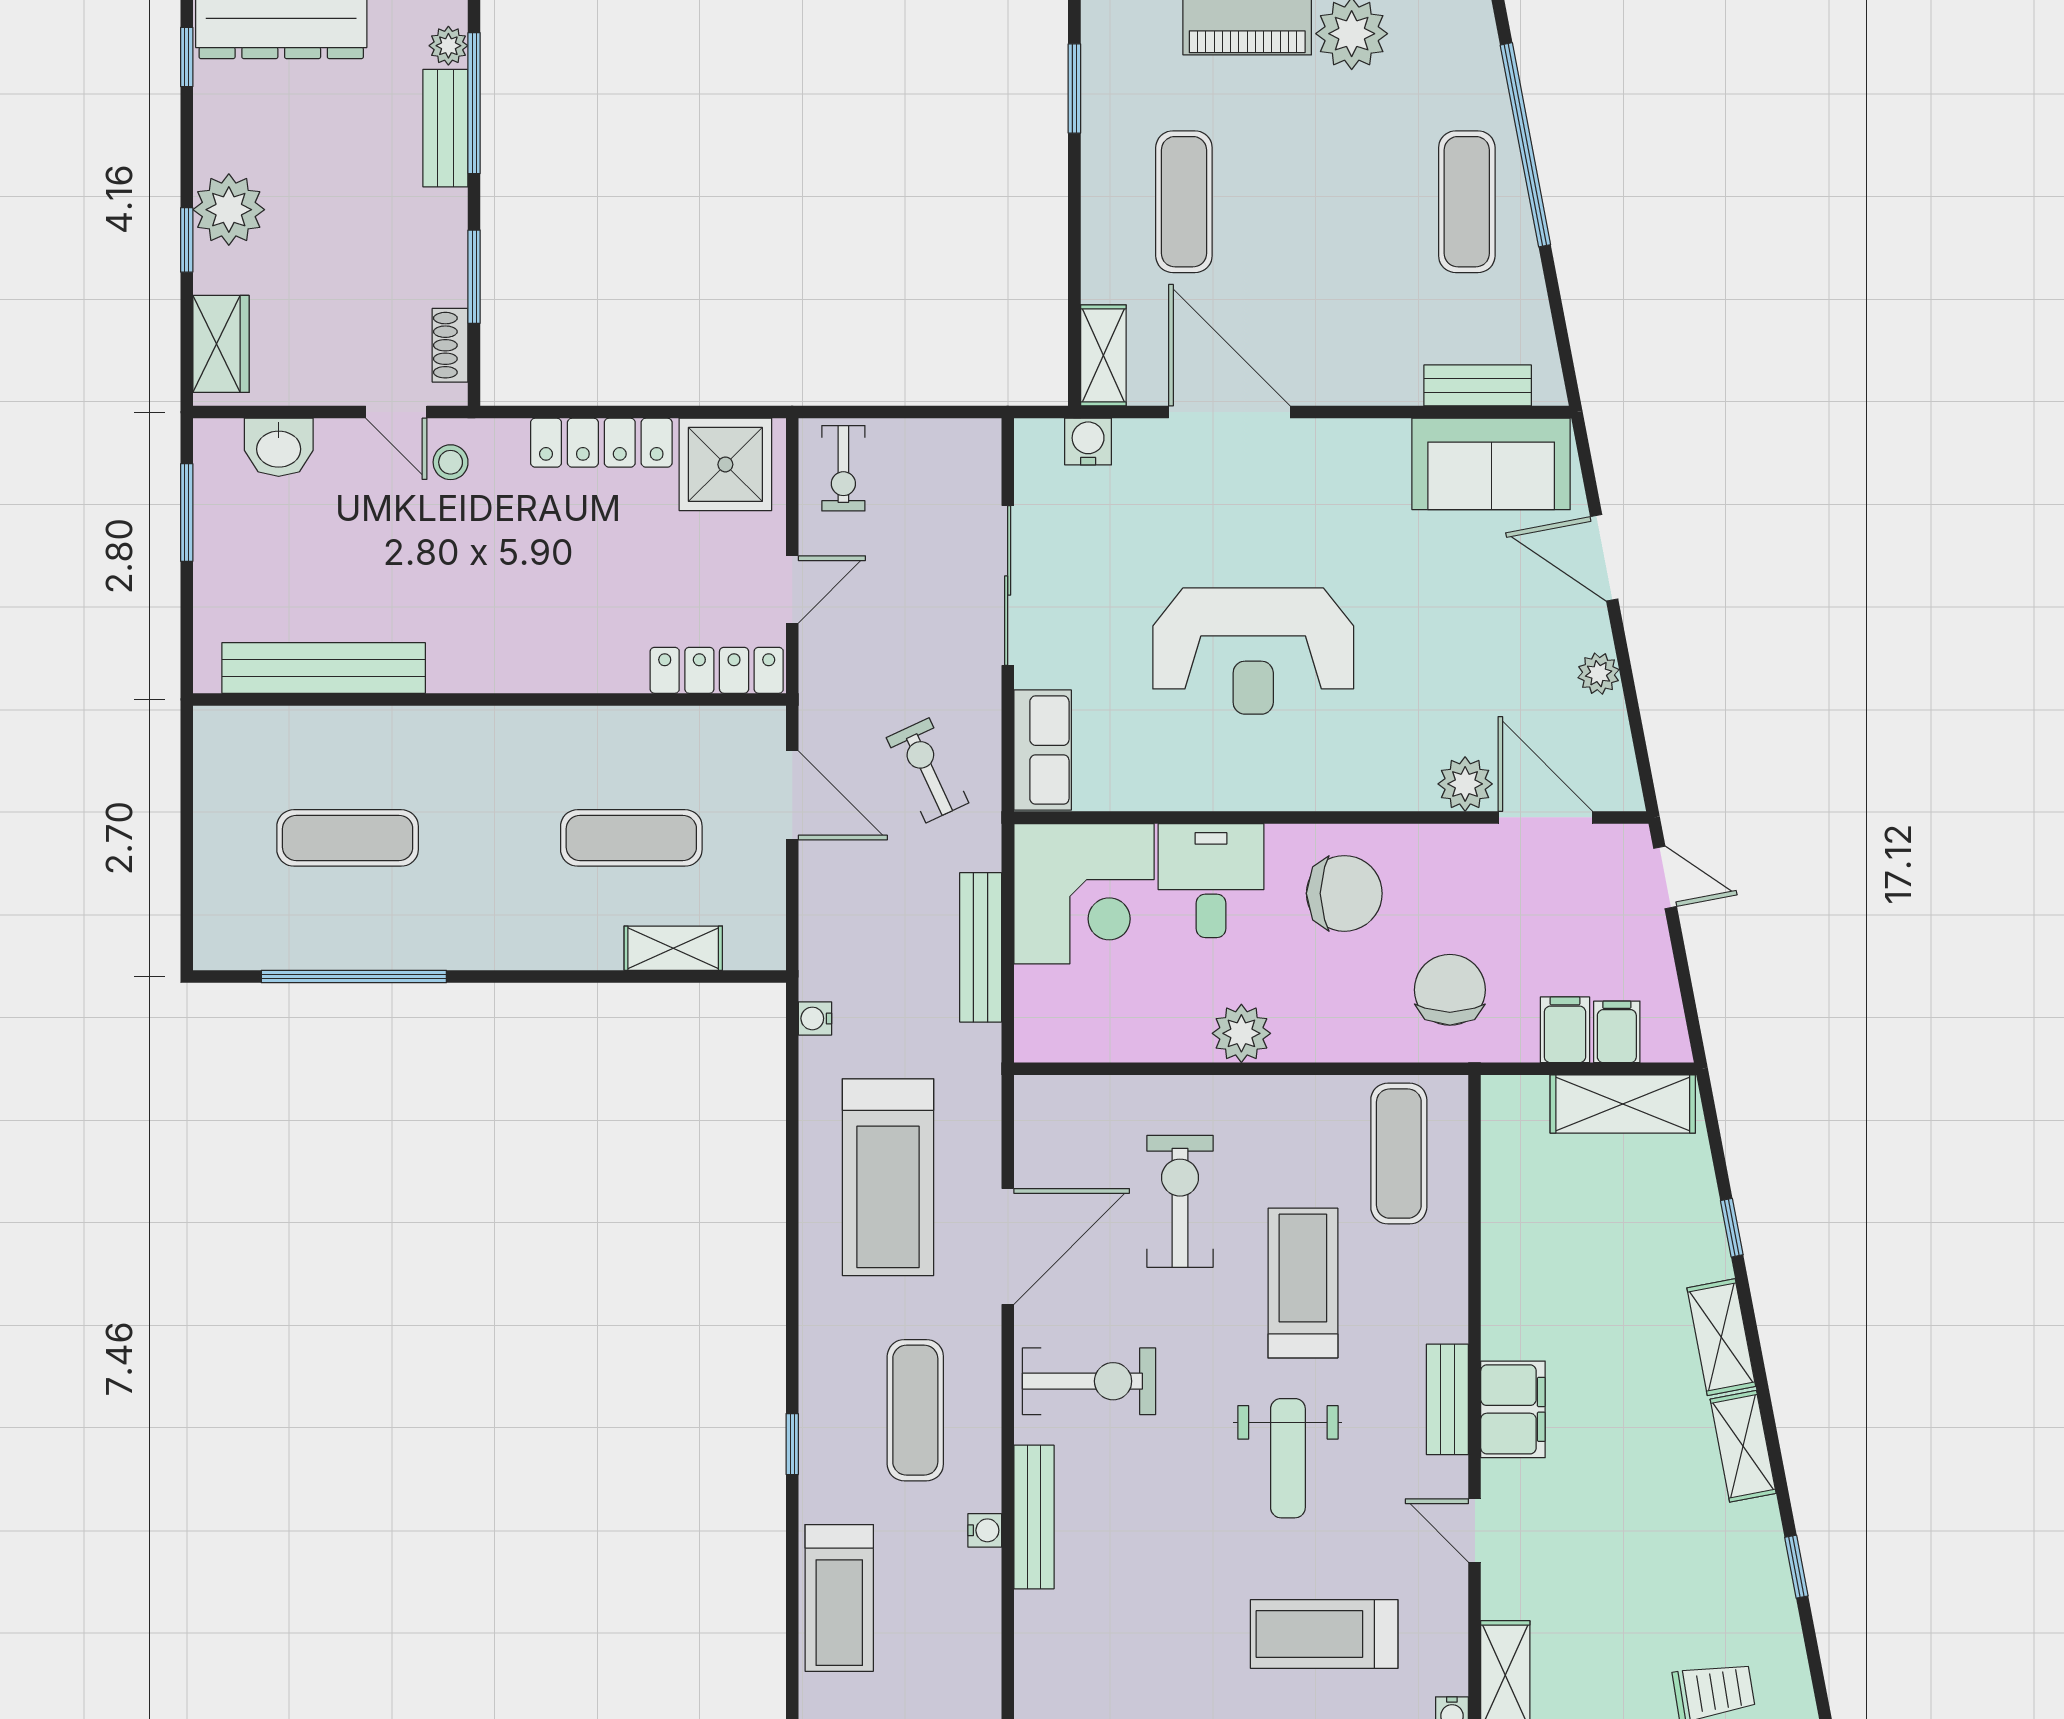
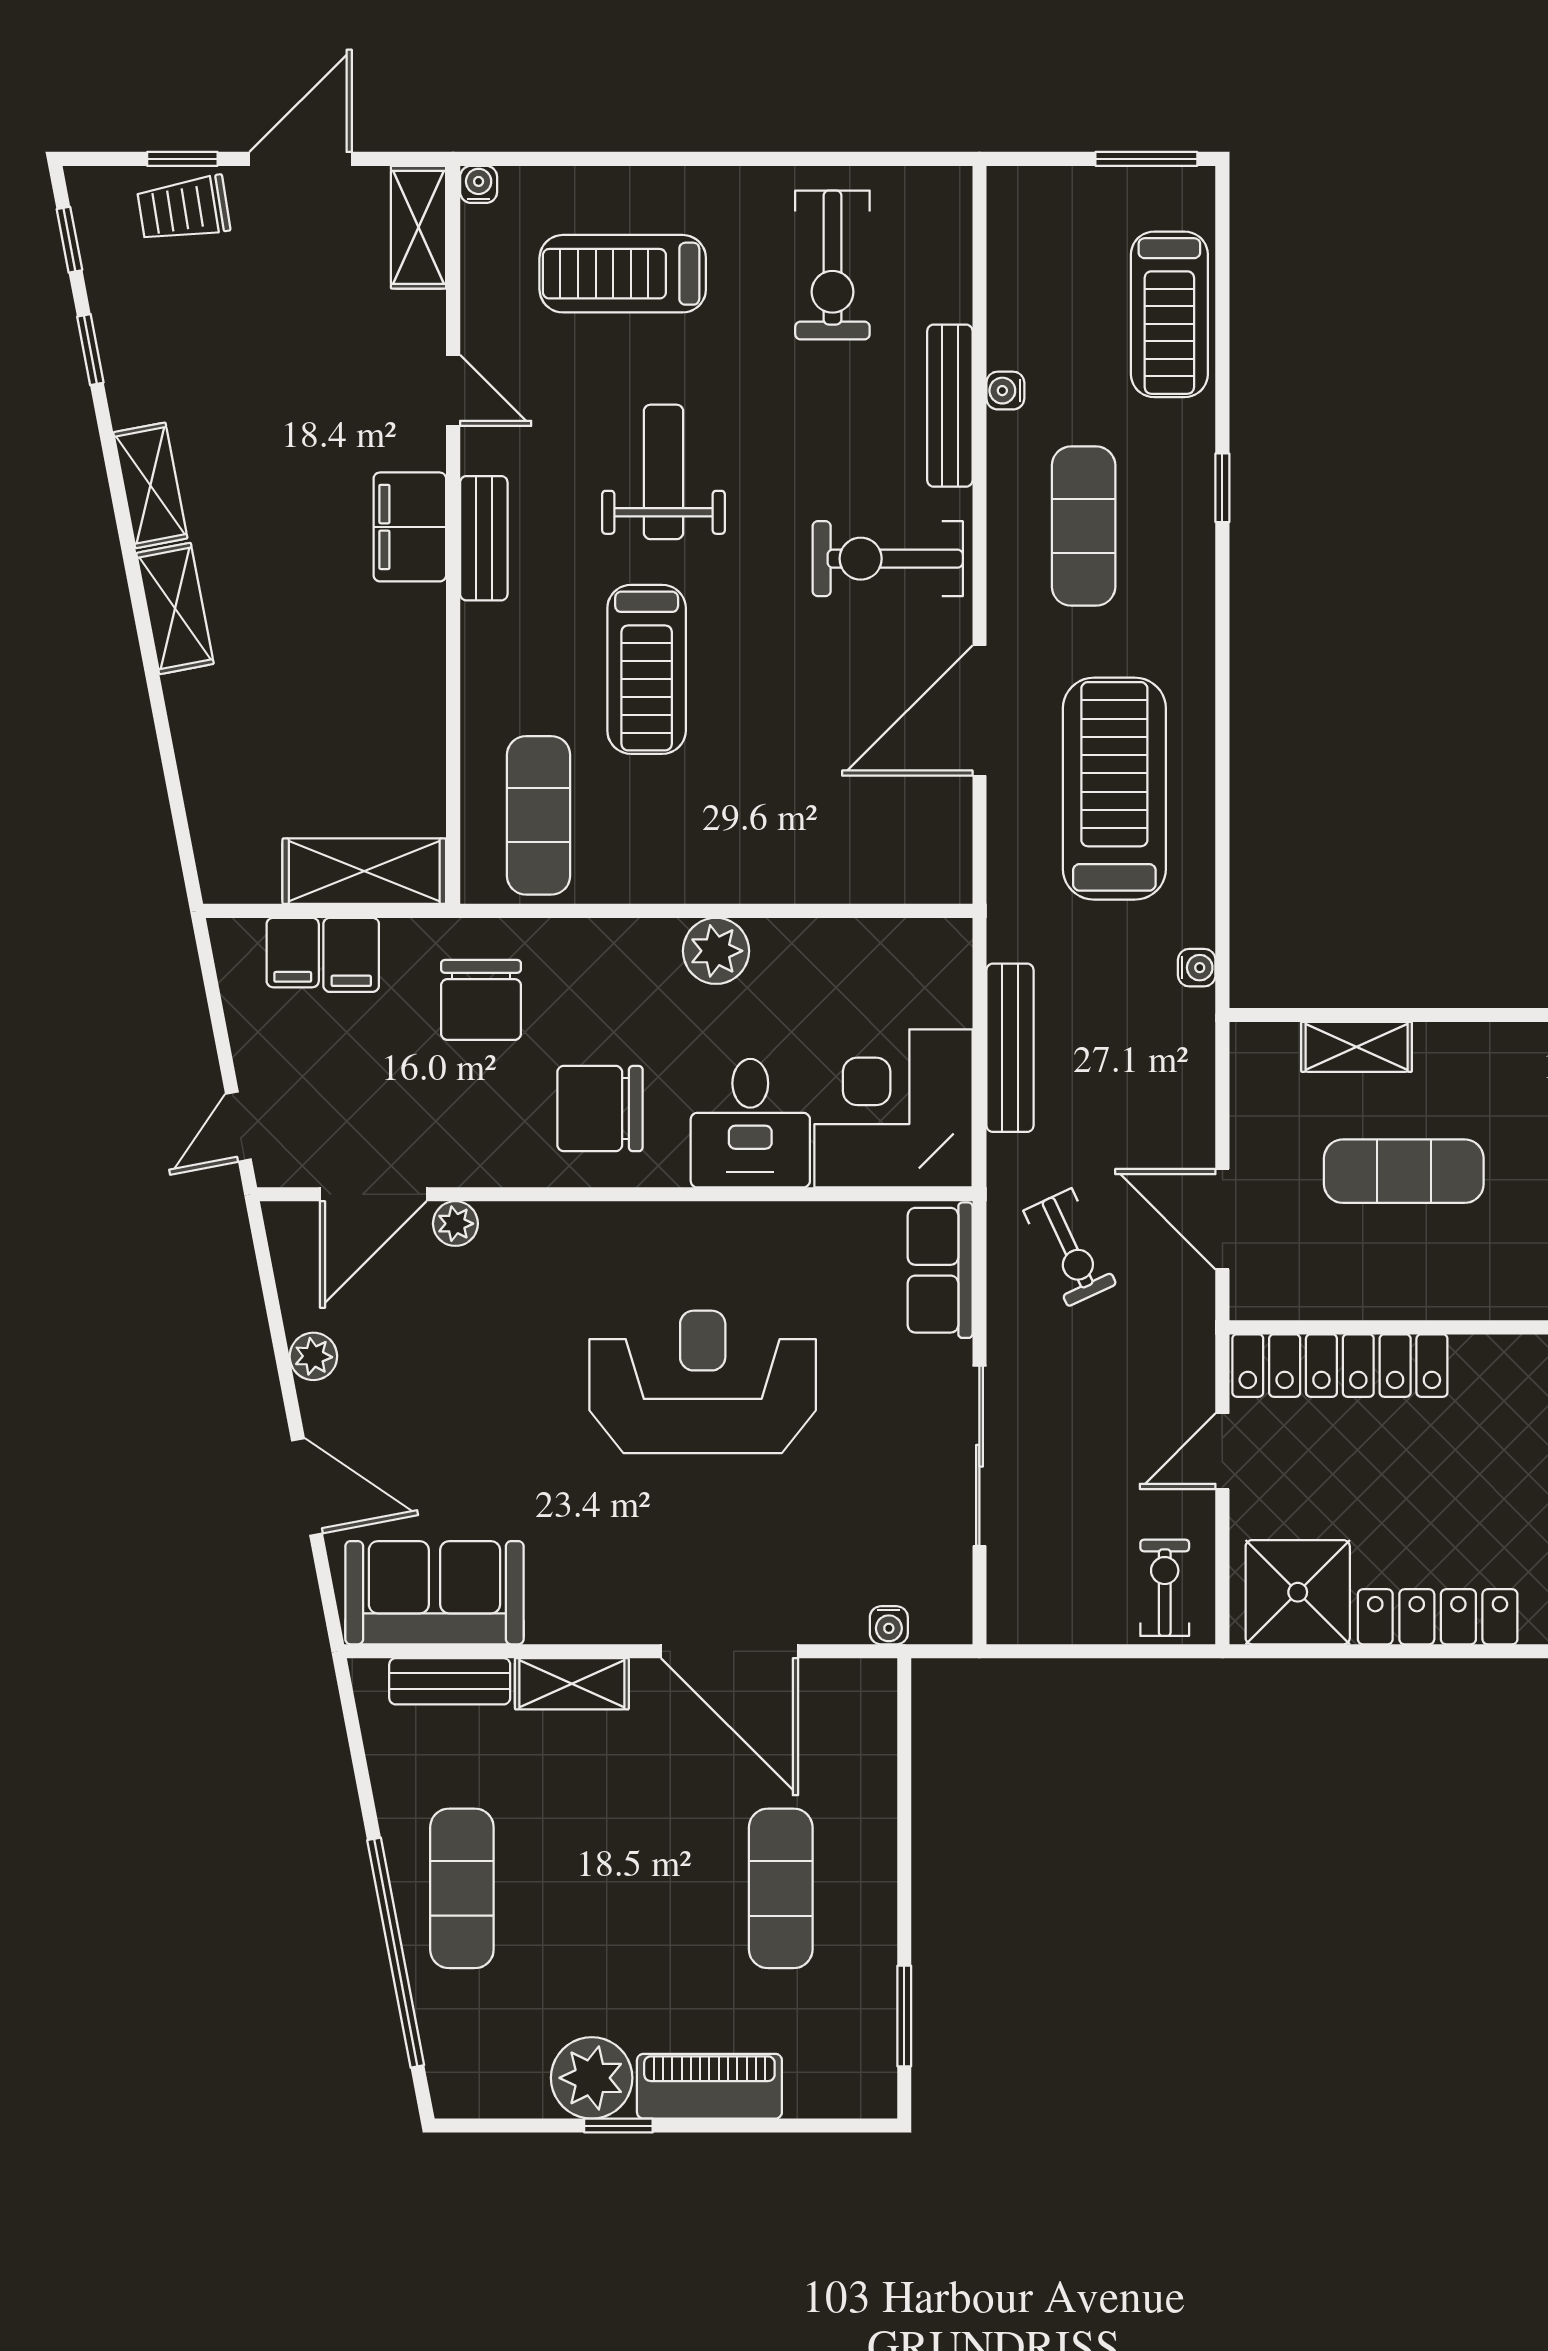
shelving: (1103, 355) -> (572, 1684), moved, turned 90
water cooler: (1088, 442) -> (889, 1625), width x0.72, depth x0.72
locker: (717, 670) -> (1340, 1366), width x1.41, depth x1.21
plant: (1465, 784) -> (455, 1224), width x0.73, depth x0.73
door: (1545, 817) -> (373, 1194), hinge flipped
door: (1665, 877) -> (238, 1127), hinge flipped
shelving: (1623, 1104) -> (364, 871), moved
exercise bike: (1180, 1201) -> (832, 265), moved
window: (1732, 1228) -> (69, 240), moved
treadmill: (839, 1598) -> (1169, 314), turned 180
treadmill: (1324, 1634) -> (623, 274), turned 180

